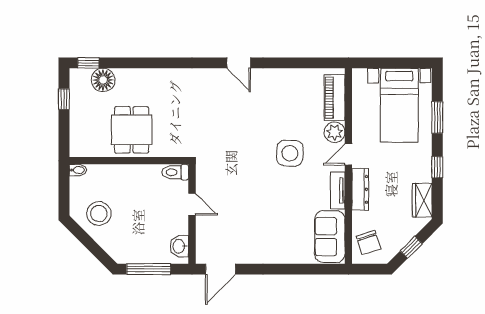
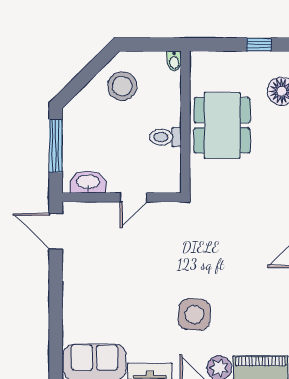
dining table: (132, 130) -> (222, 125), width x1.38
toilet: (175, 172) -> (165, 137), moved, turned -90
washbasin: (179, 246) -> (88, 182), width x1.38

